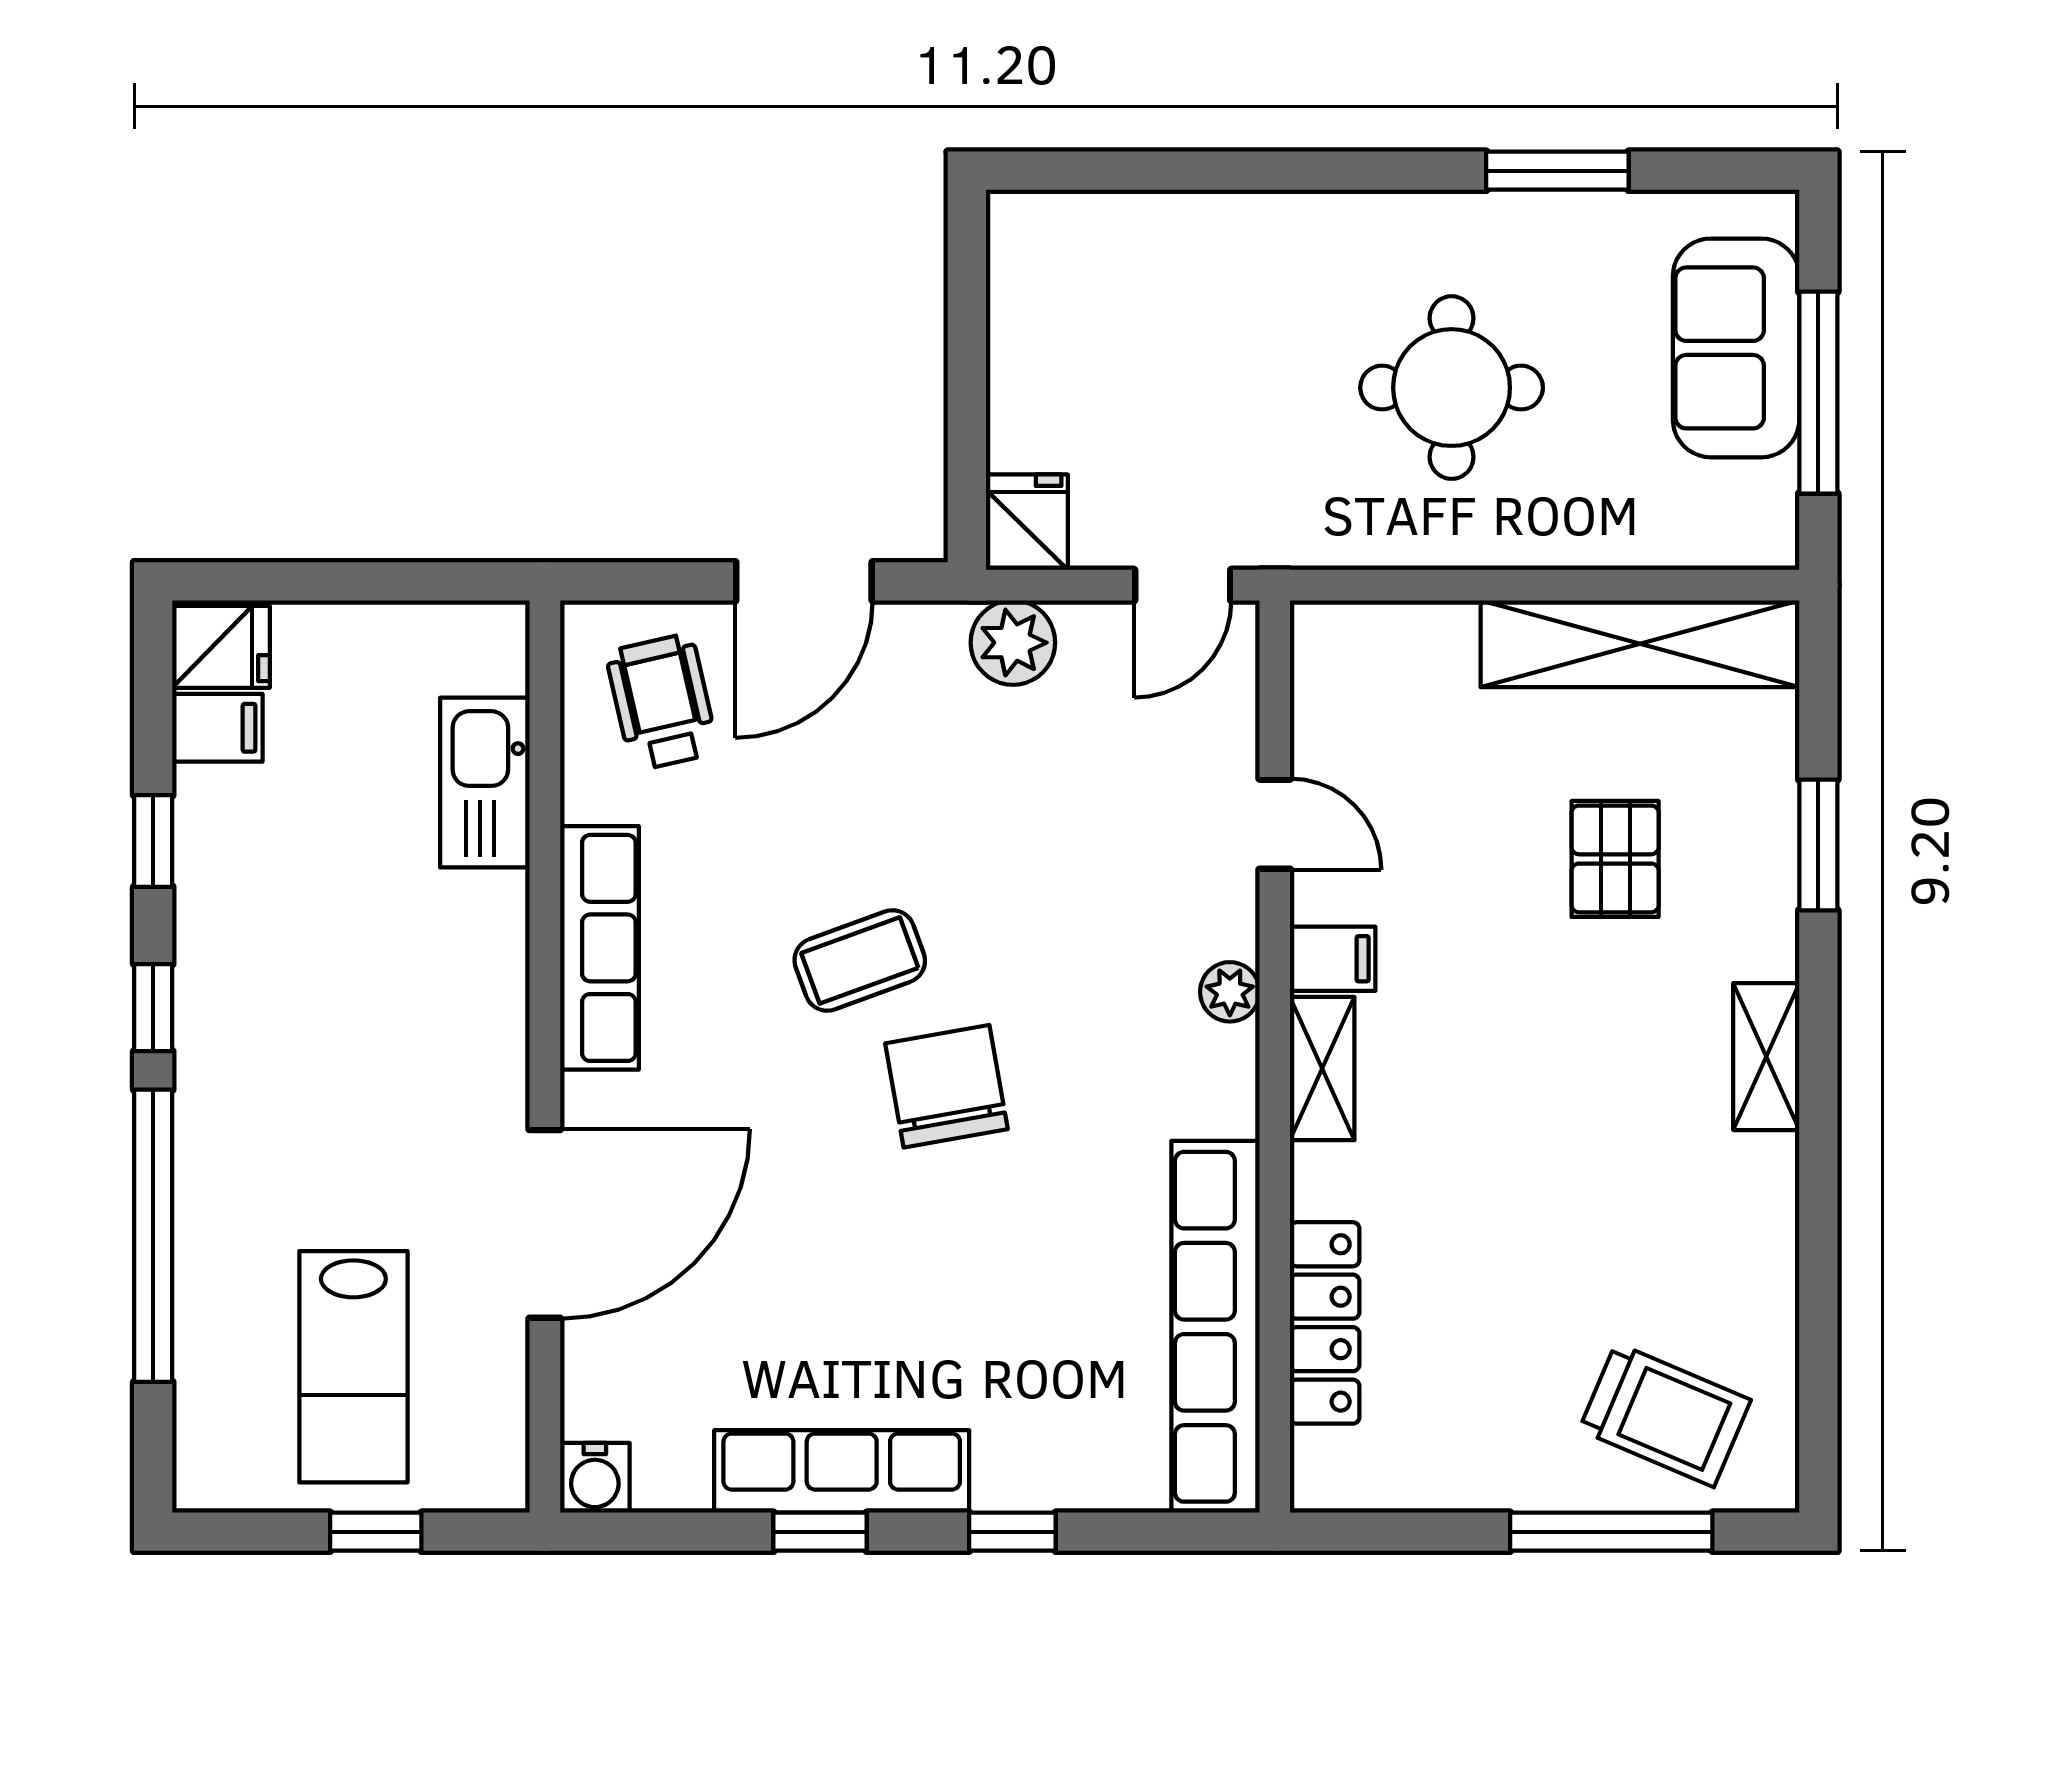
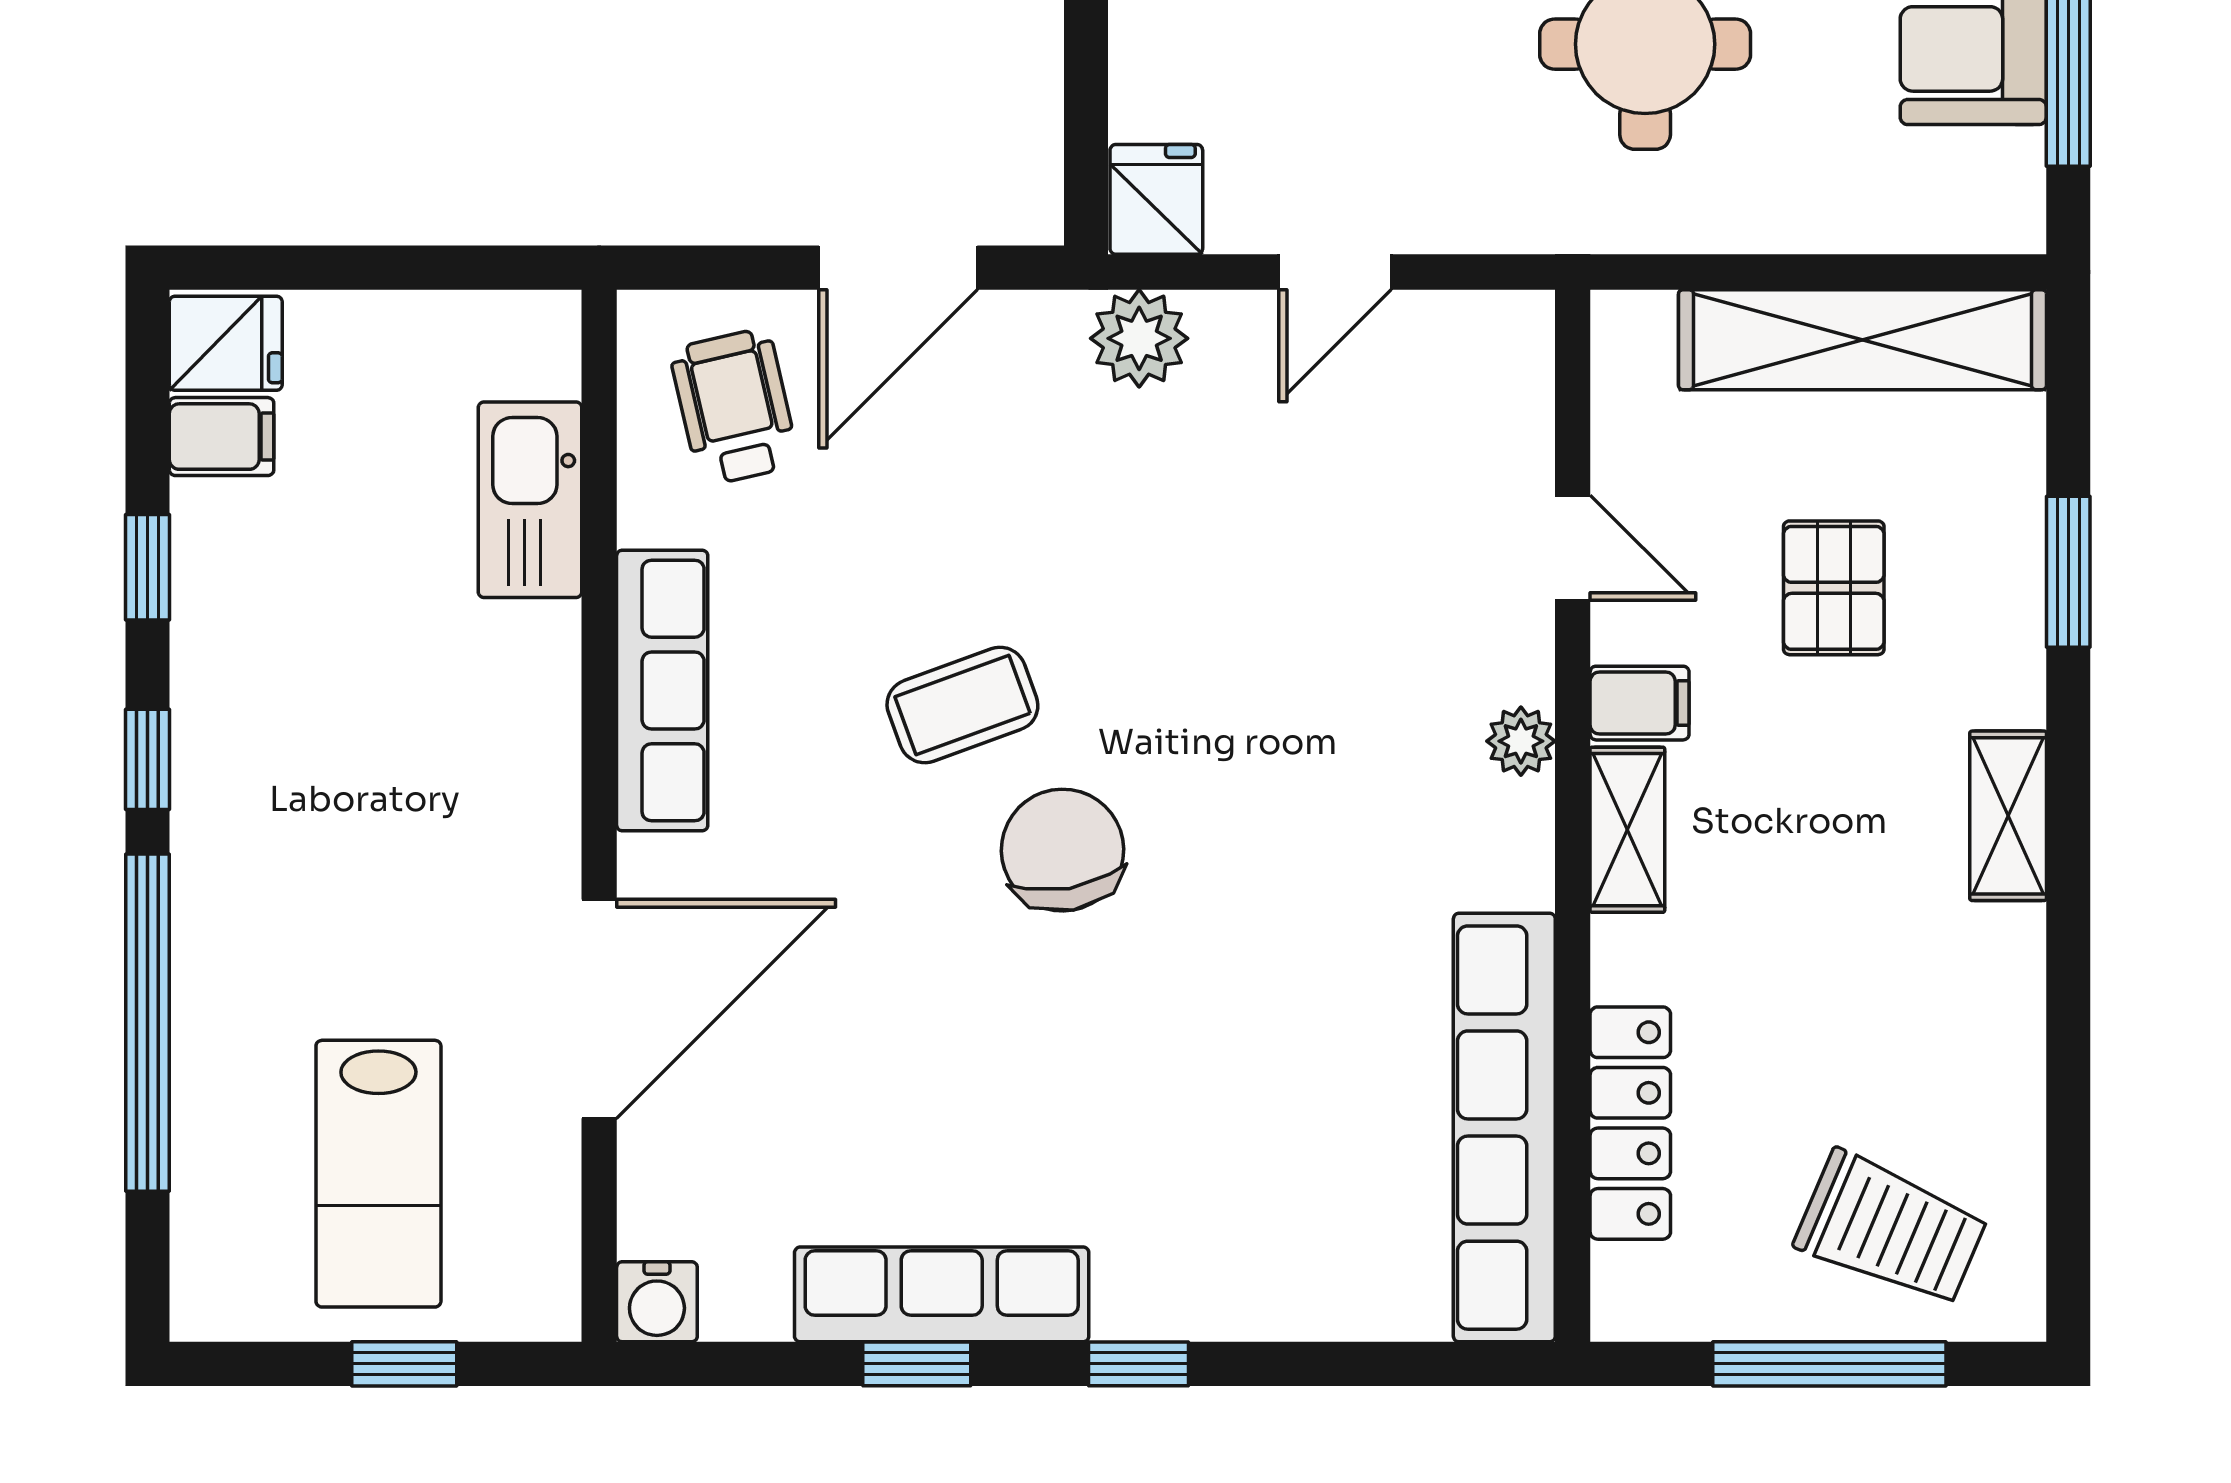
door: (1275, 824) -> (1573, 548), moved
filing cabinet: (1333, 959) -> (1640, 703), moved
plant: (1230, 992) -> (1521, 741), moved
wall: (1275, 1057) -> (1573, 816), moved
shelving: (1322, 1069) -> (1627, 830), moved
locker: (1325, 1323) -> (1630, 1123), moved
row of seats: (1215, 1327) -> (1504, 1128), moved

